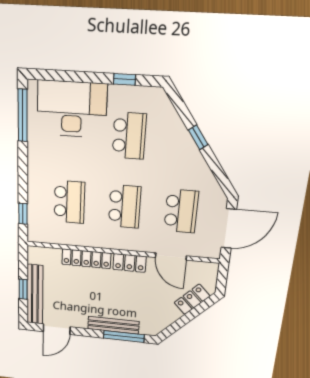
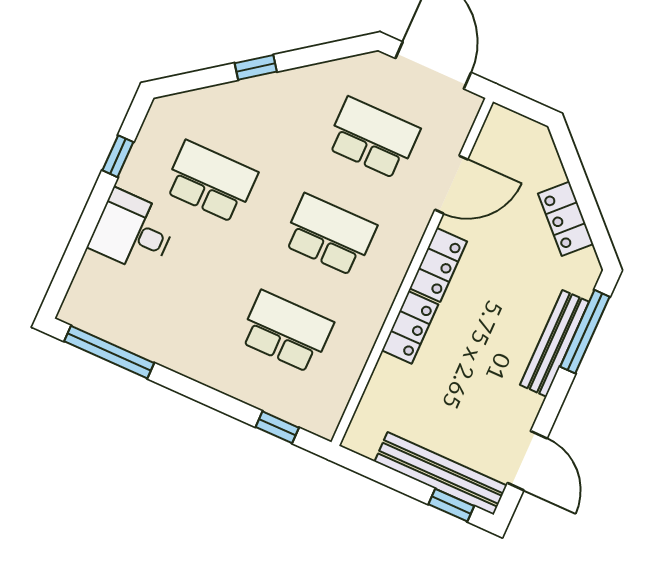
desk: (72, 109) -> (133, 231), width x0.53, depth x0.77
locker: (86, 259) -> (410, 327), width x0.66
window: (23, 289) -> (451, 505), moved
locker: (192, 299) -> (566, 219), moved

